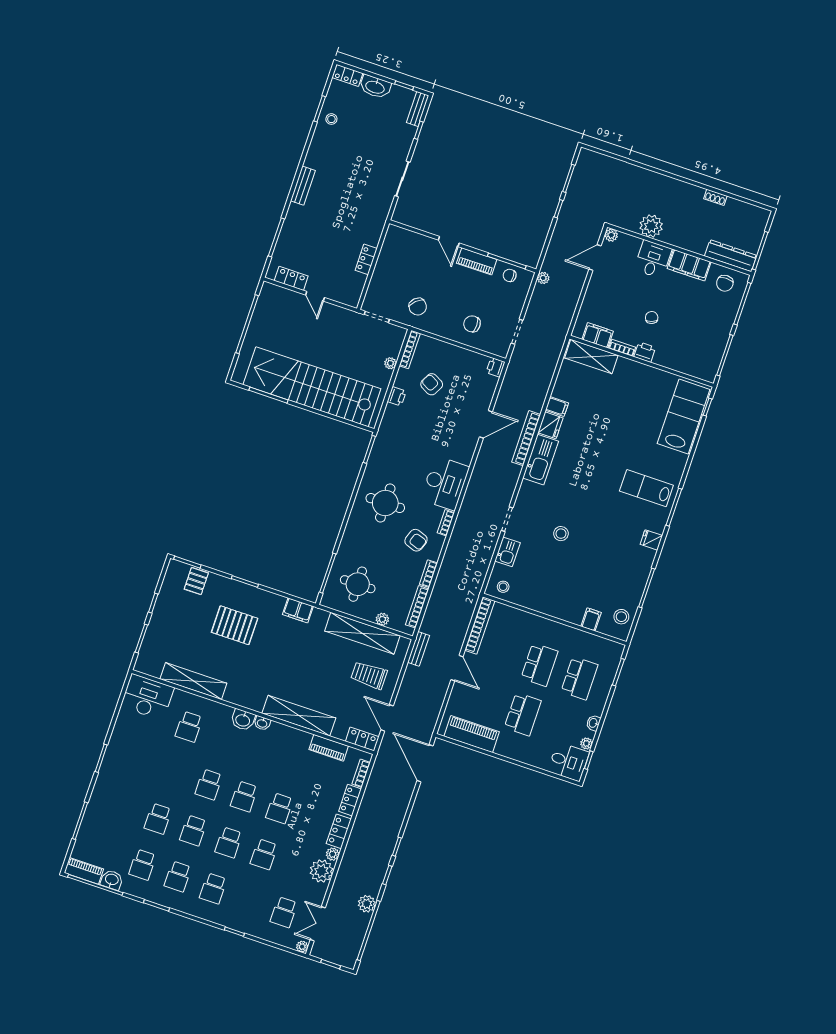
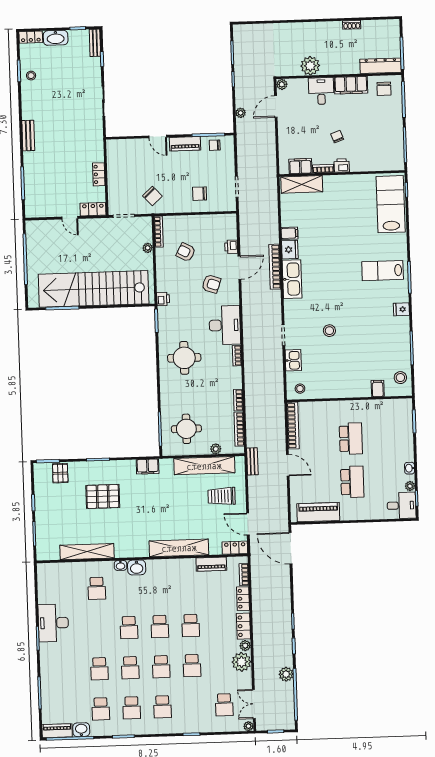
locker: (291, 278) -> (93, 209), moved
plant: (543, 278) -> (241, 113), moved
printer: (496, 367) -> (231, 247), moved
printer: (397, 396) -> (163, 299), moved
armchair: (416, 540) -> (211, 284), moved
school desk: (579, 678) -> (386, 437), removed
desk: (147, 697) -> (53, 623), moved, turned -90
washbasin: (262, 723) -> (120, 565), moved

